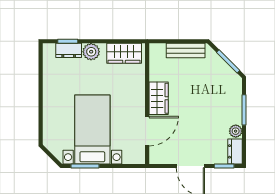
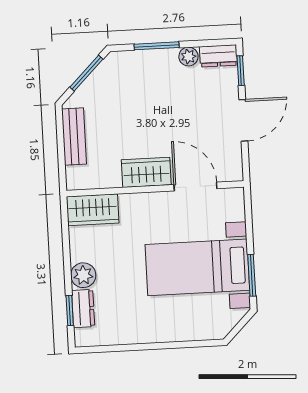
wardrobe: (124, 53) -> (93, 210), moved, turned 90

